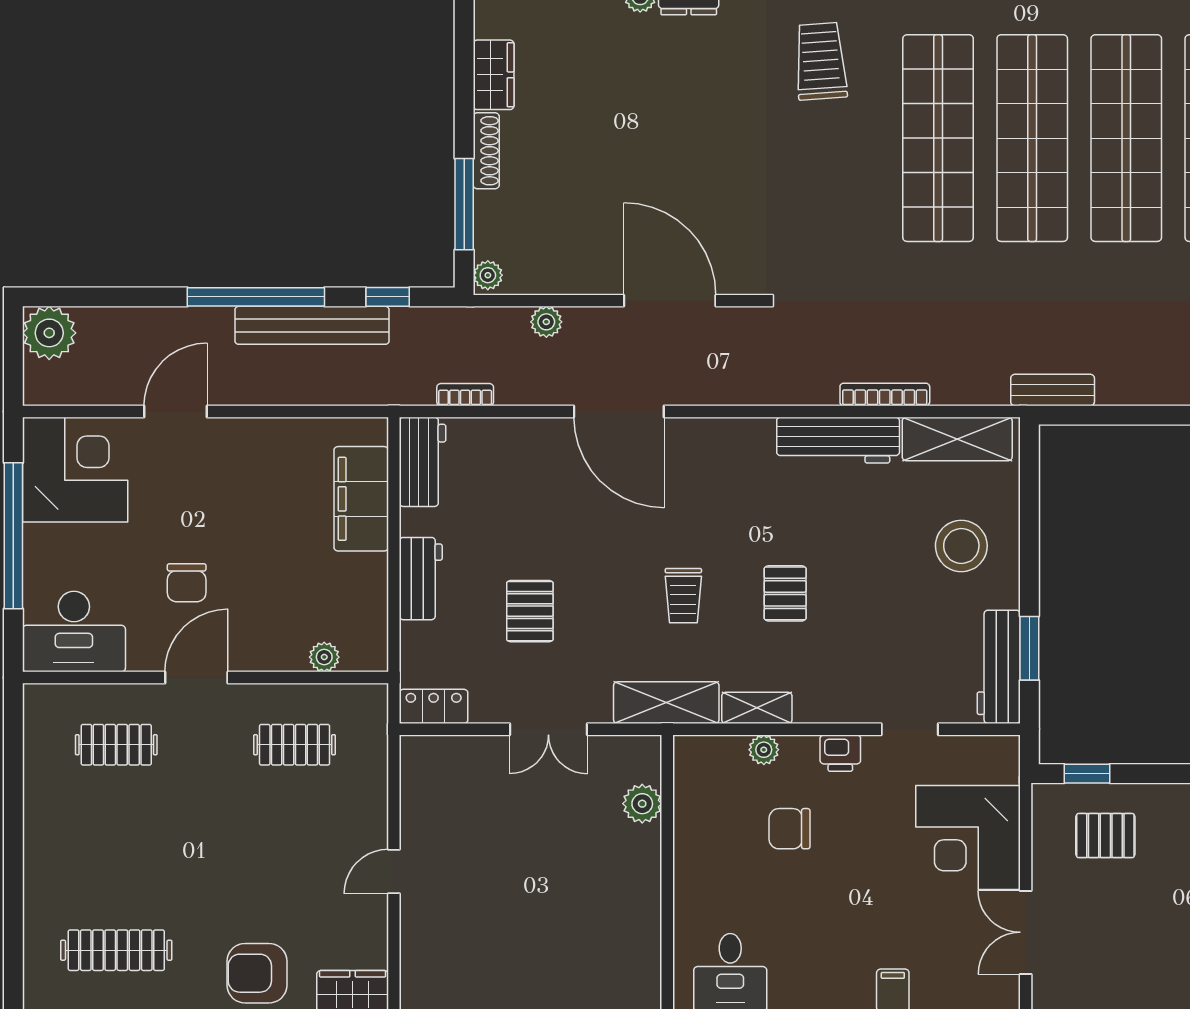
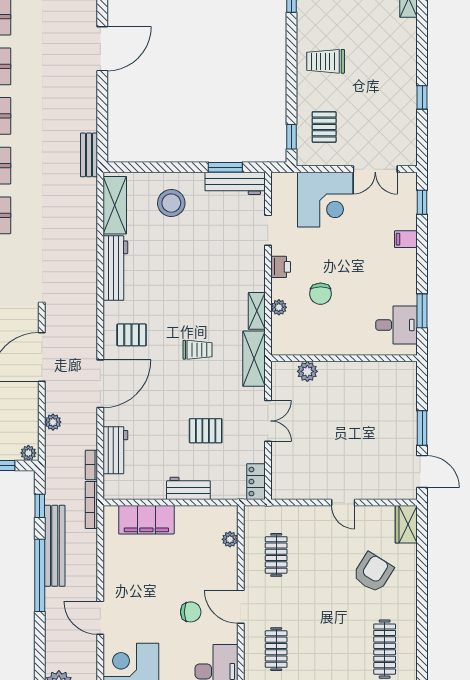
bookcase: (885, 394) -> (91, 505), moved
workbench: (423, 462) -> (115, 450), moved, turned 90
pallet: (785, 593) -> (132, 335), moved
armchair: (257, 973) -> (373, 572), moved, turned -148

